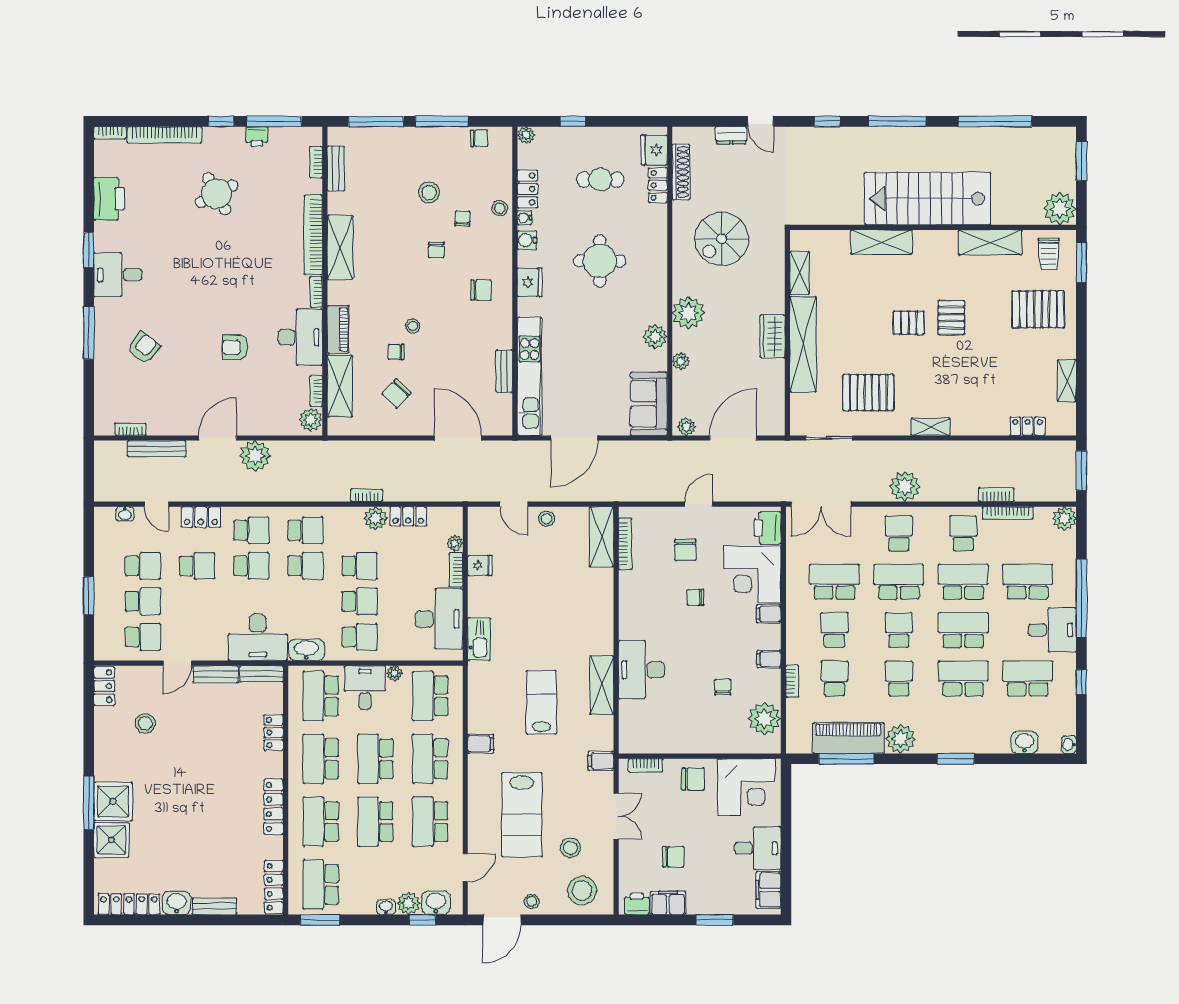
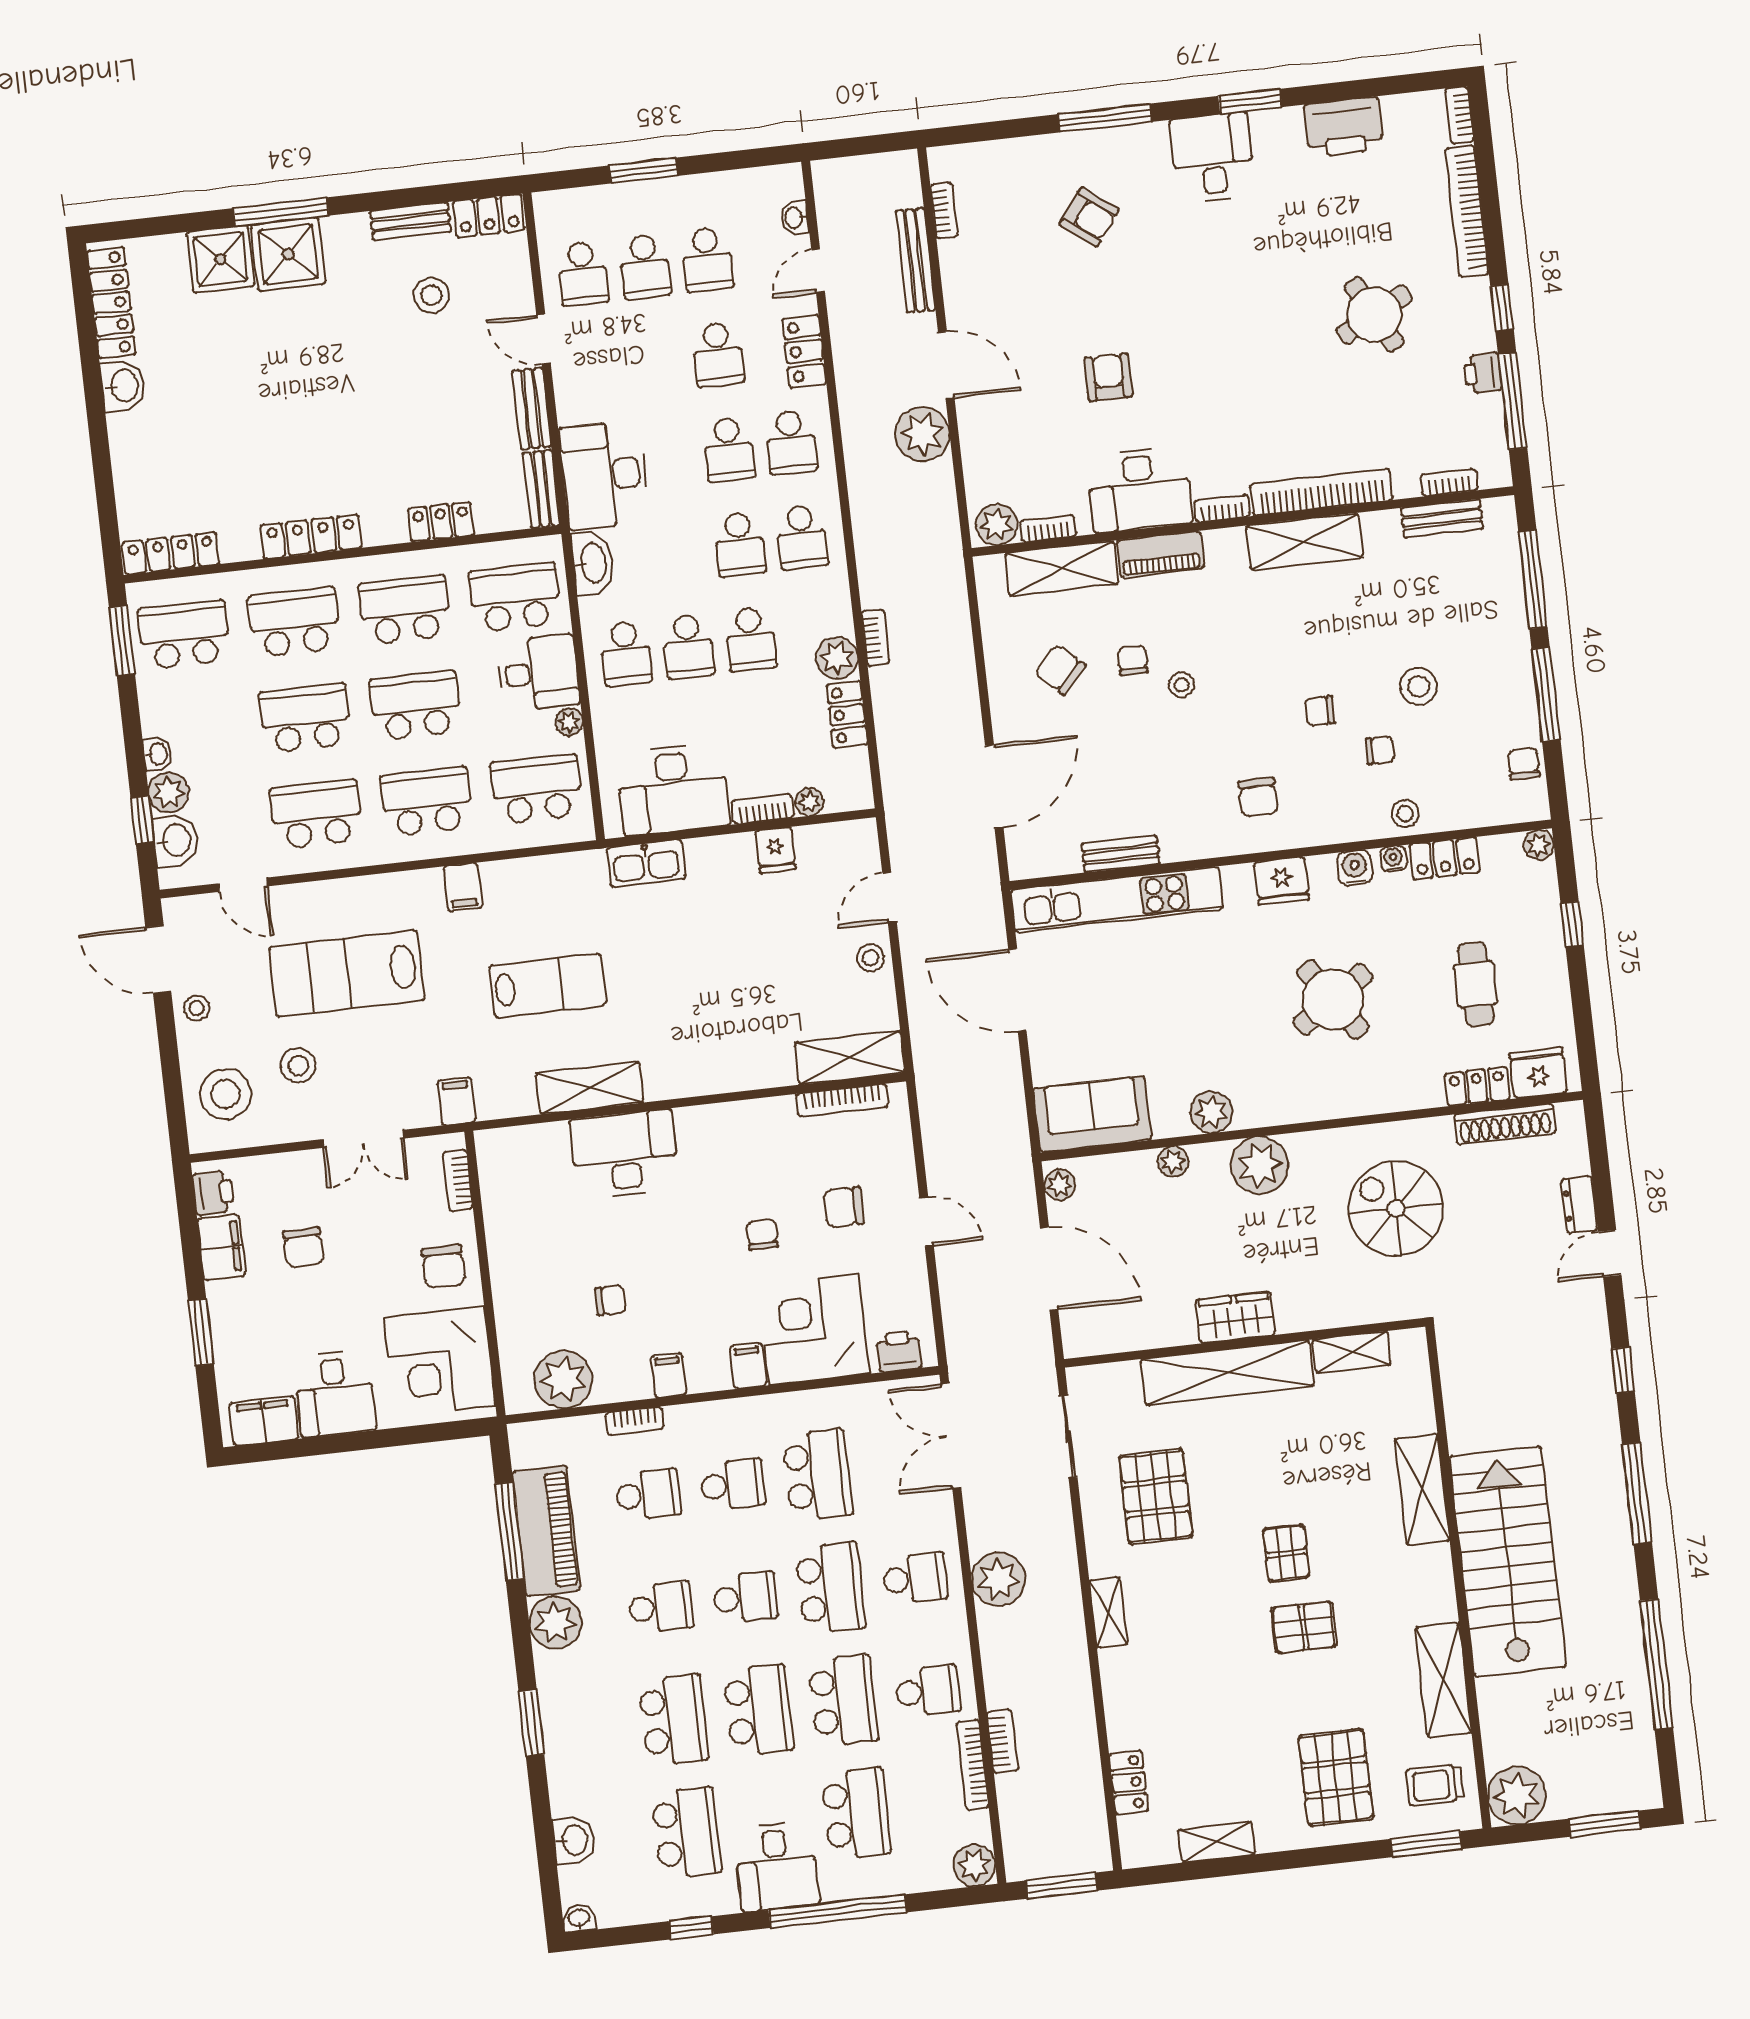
chair: (479, 138) -> (1524, 764), turned 180
round table: (600, 261) -> (1333, 999), turned -34
printer: (767, 528) -> (899, 1351), width x0.73, depth x0.81
bench: (214, 906) -> (411, 221), moved, turned 90

